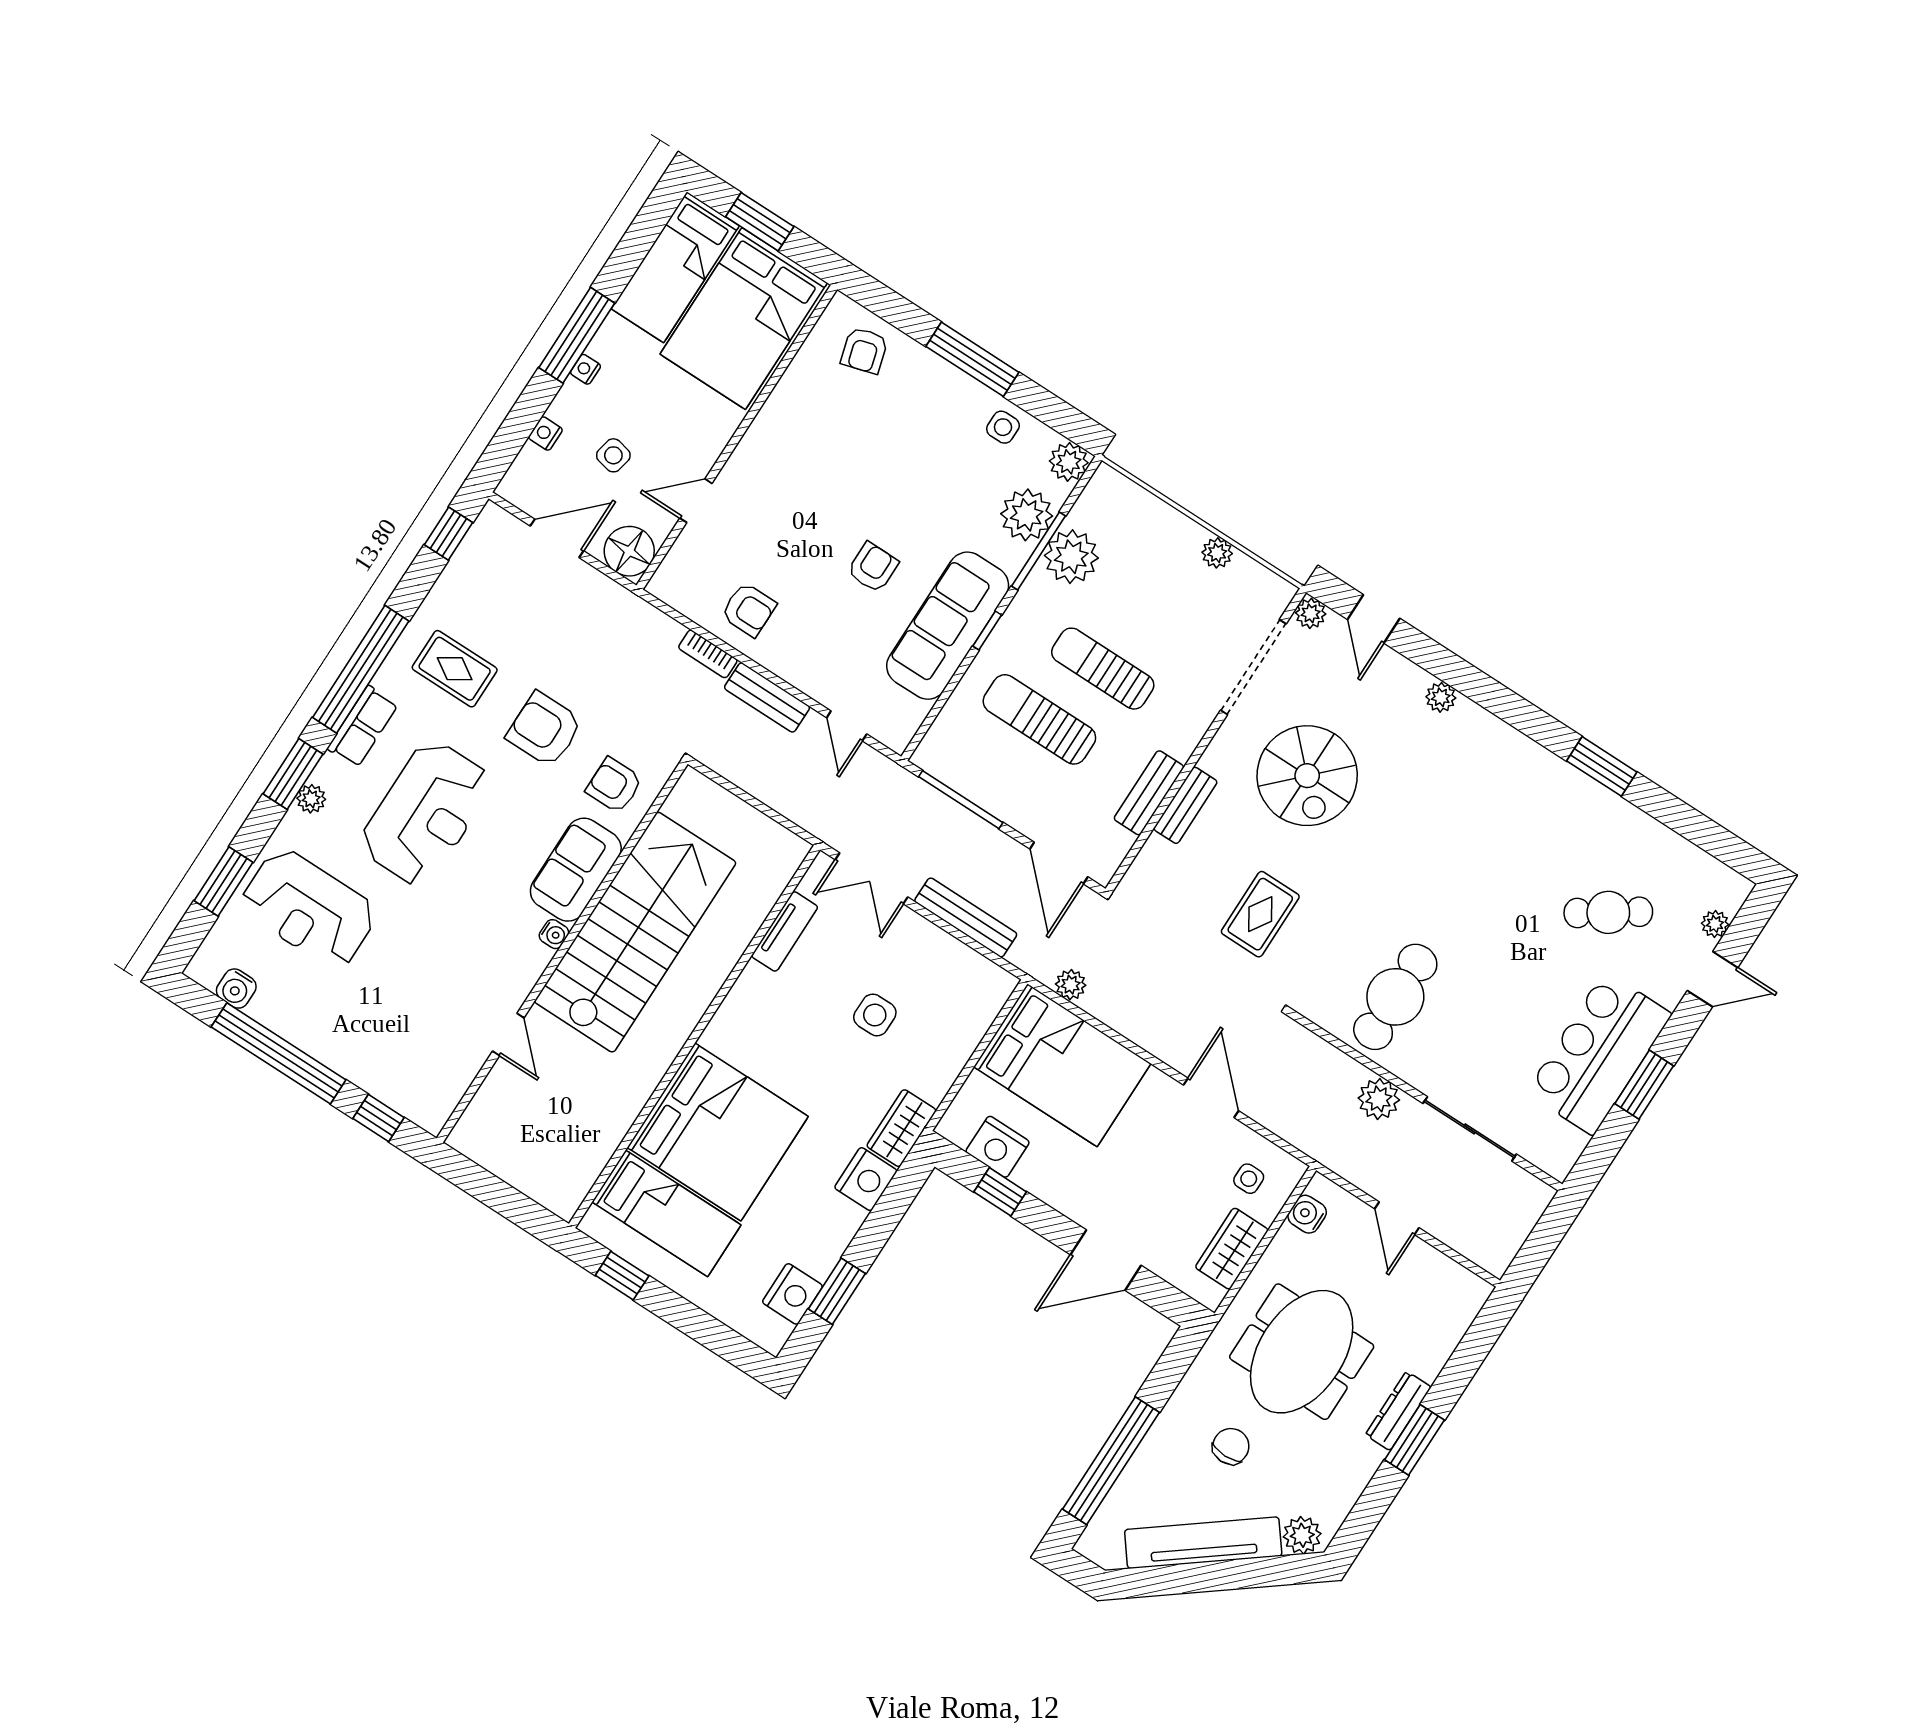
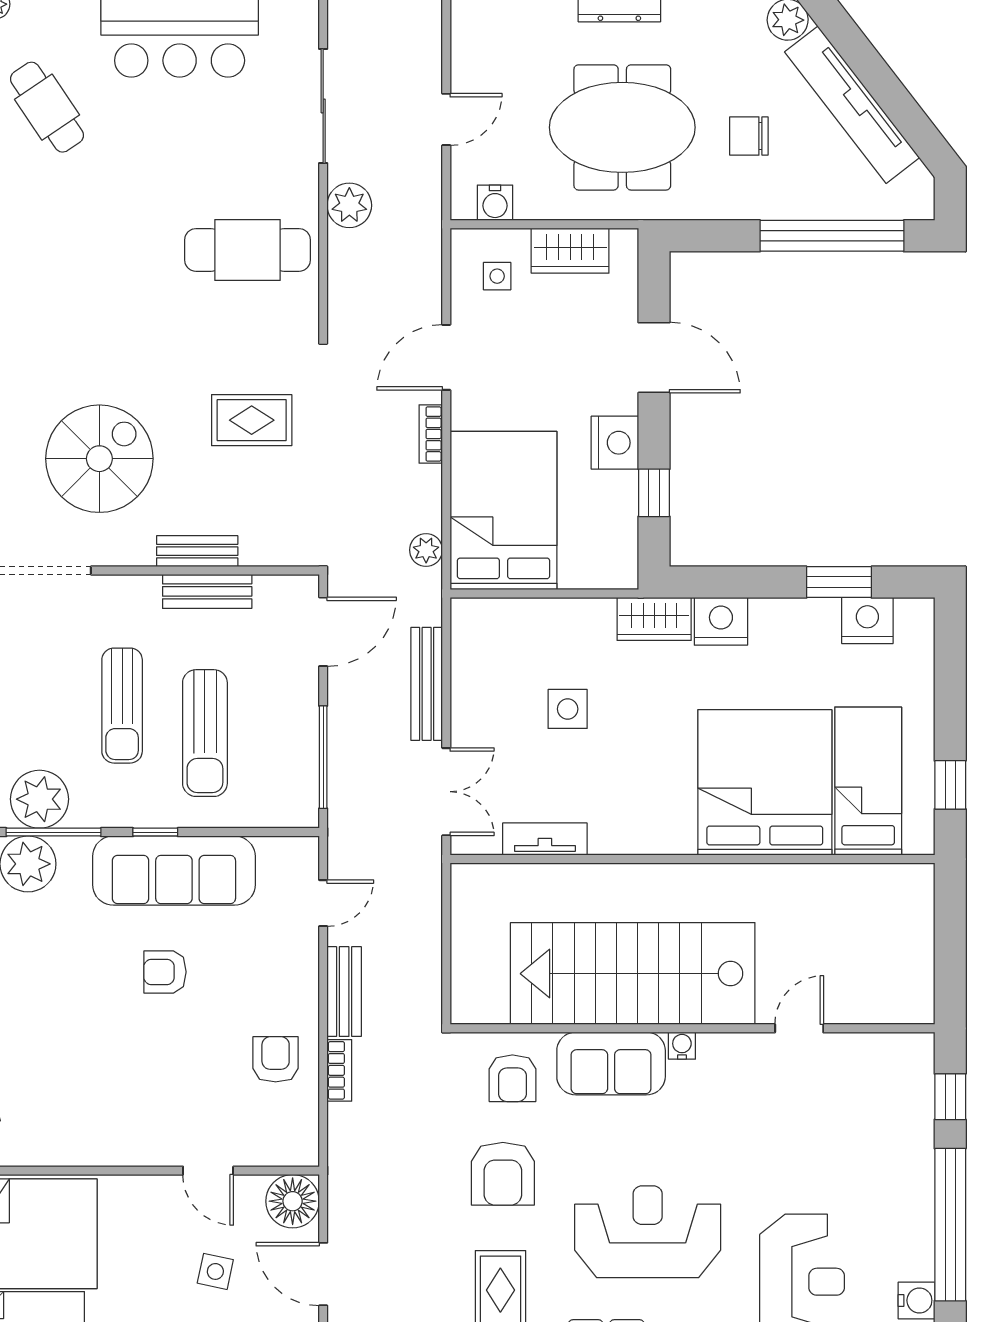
bookcase: (1159, 1047) -> (431, 434), added
nightstand: (998, 1147) -> (615, 443), moved

